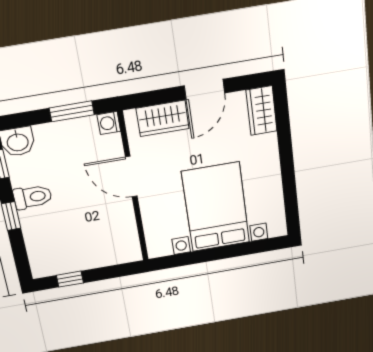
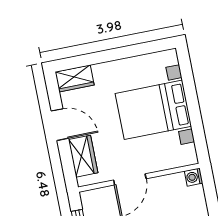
washing machine: (109, 123) -> (194, 177), moved, turned 90

